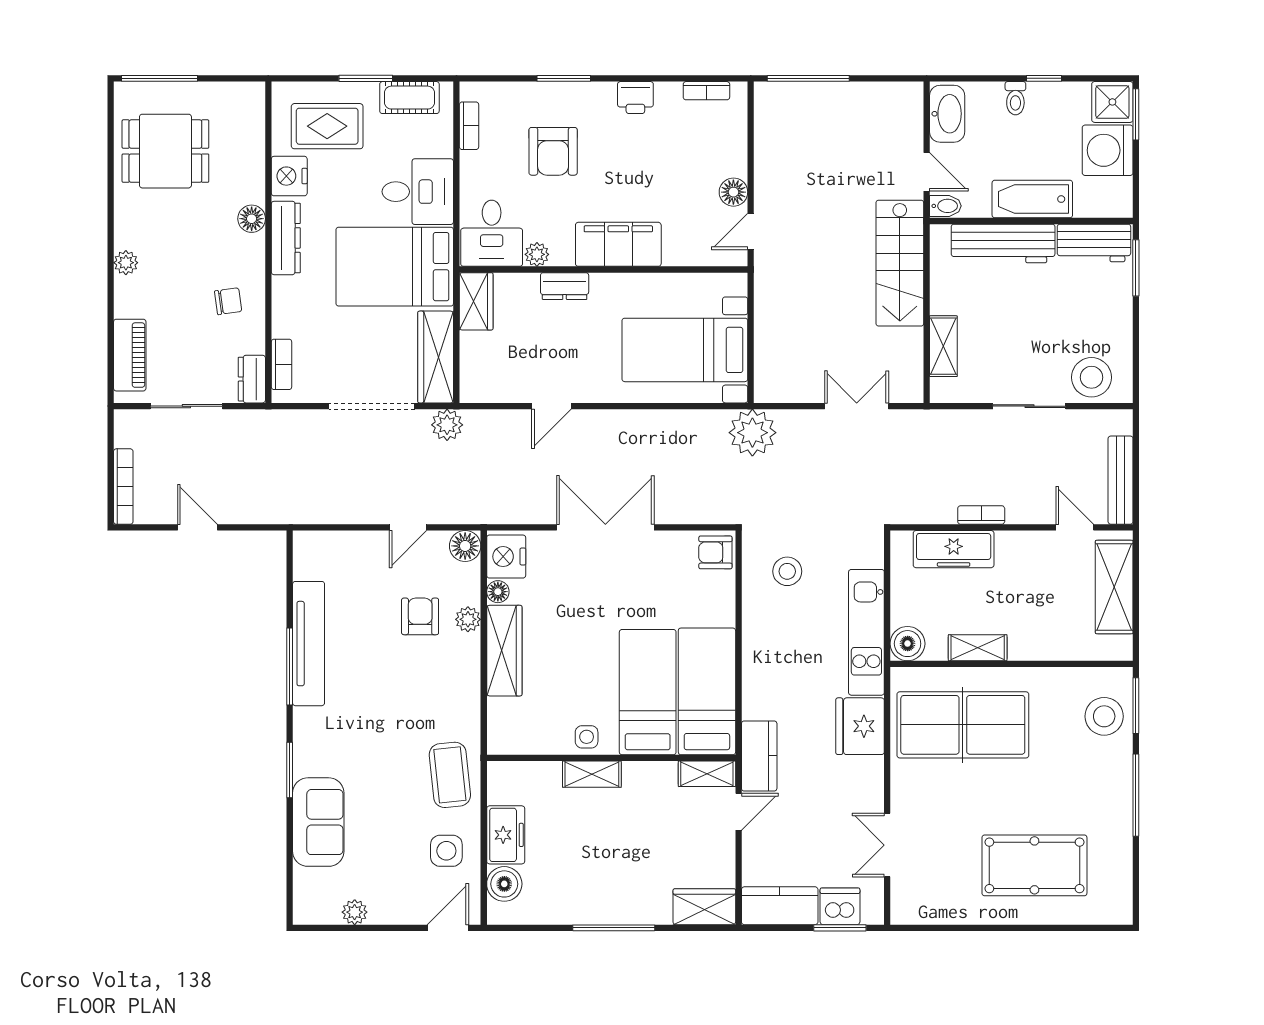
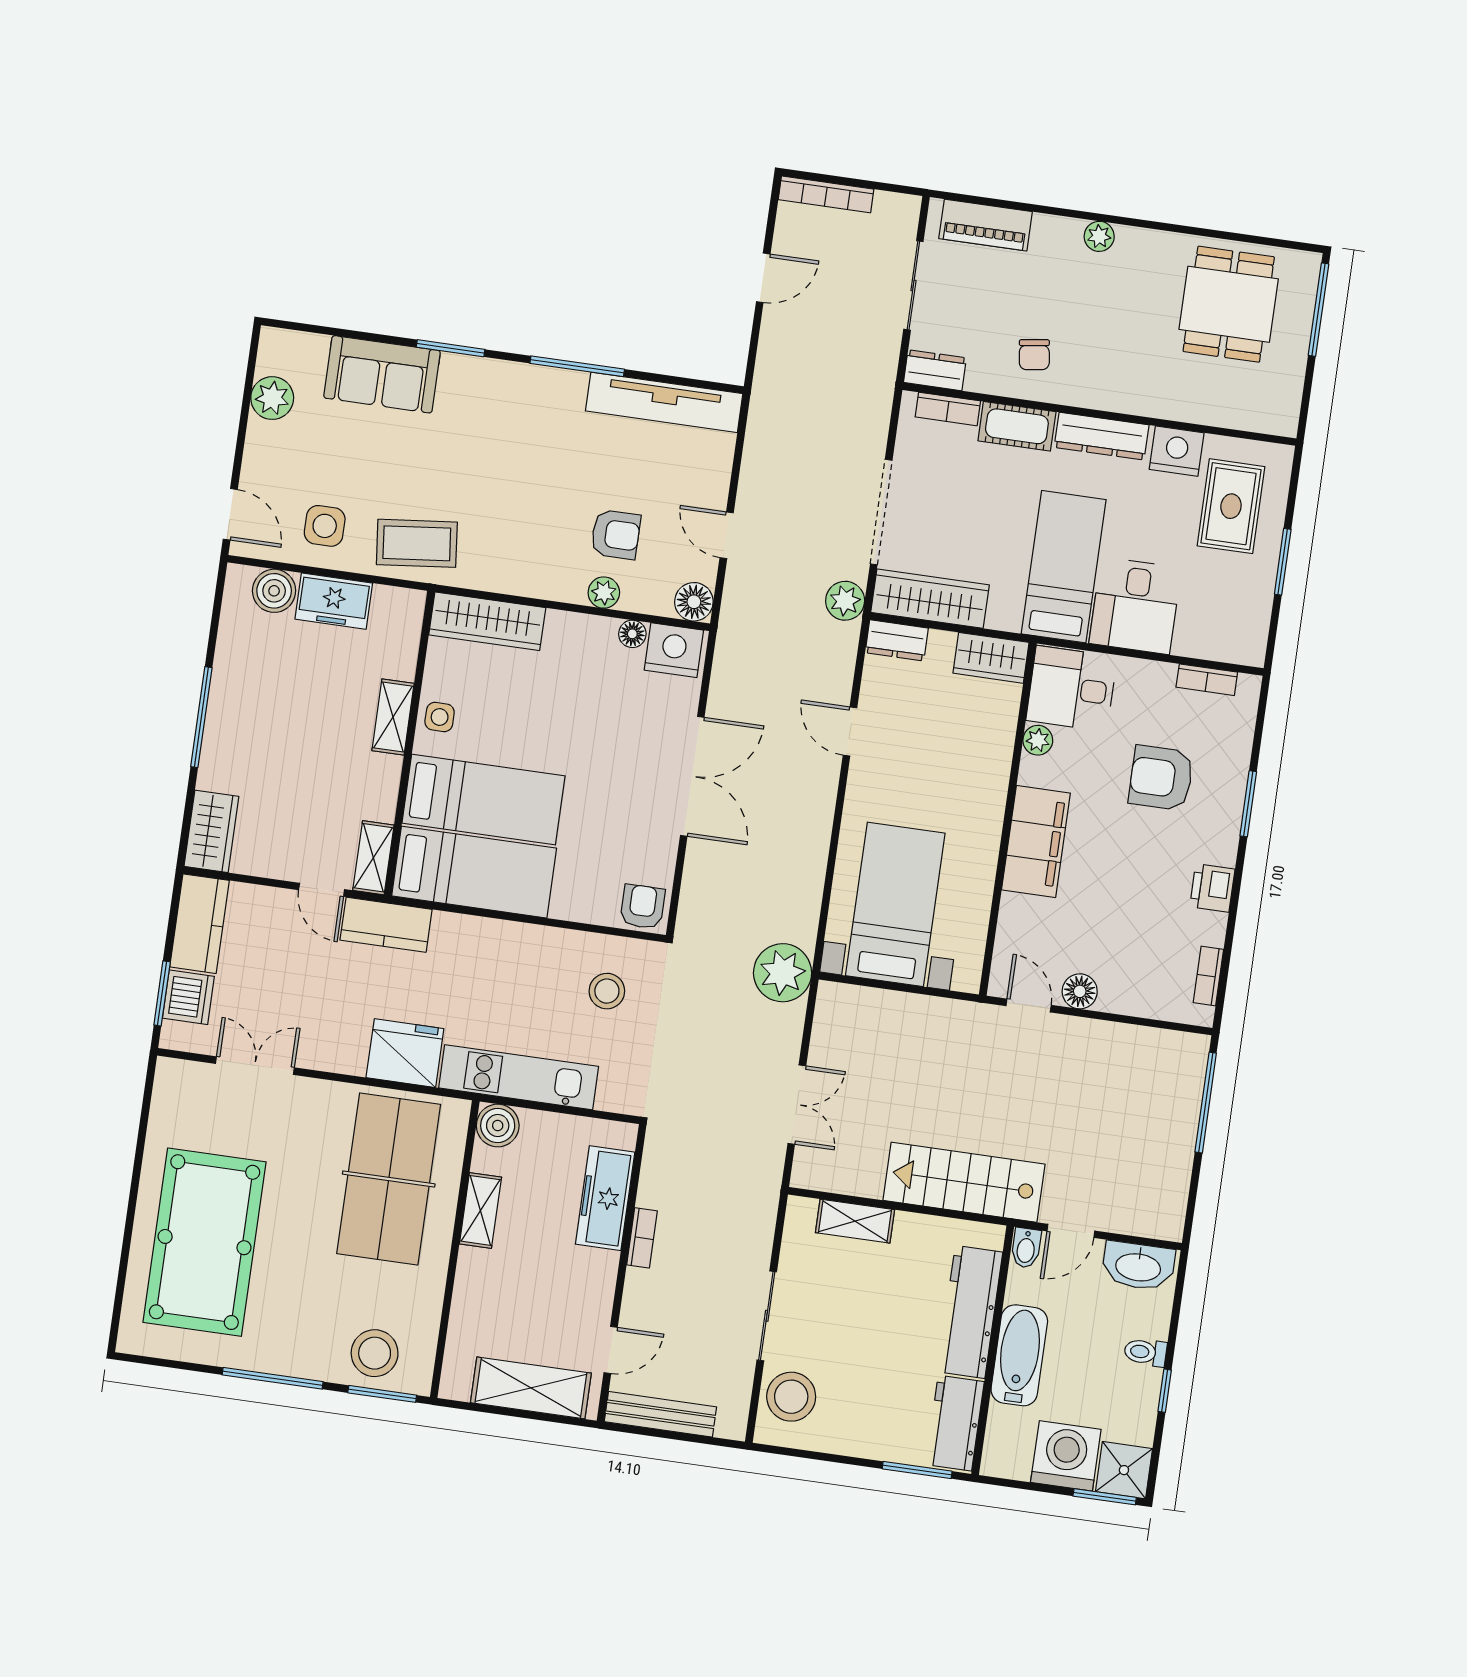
cot: (409, 98) -> (1017, 426), moved, turned 90
floor lamp: (252, 219) -> (1131, 398), removed
bed: (395, 267) -> (1064, 567), width x0.67
dresser: (565, 286) -> (897, 640), moved, turned -90
tv unit: (309, 644) -> (664, 402), moved
wardrobe: (504, 651) -> (487, 621), moved
pool table: (1034, 865) -> (205, 1242), width x1.36, depth x1.32
plant: (355, 912) -> (272, 398), width x1.38, depth x1.38

